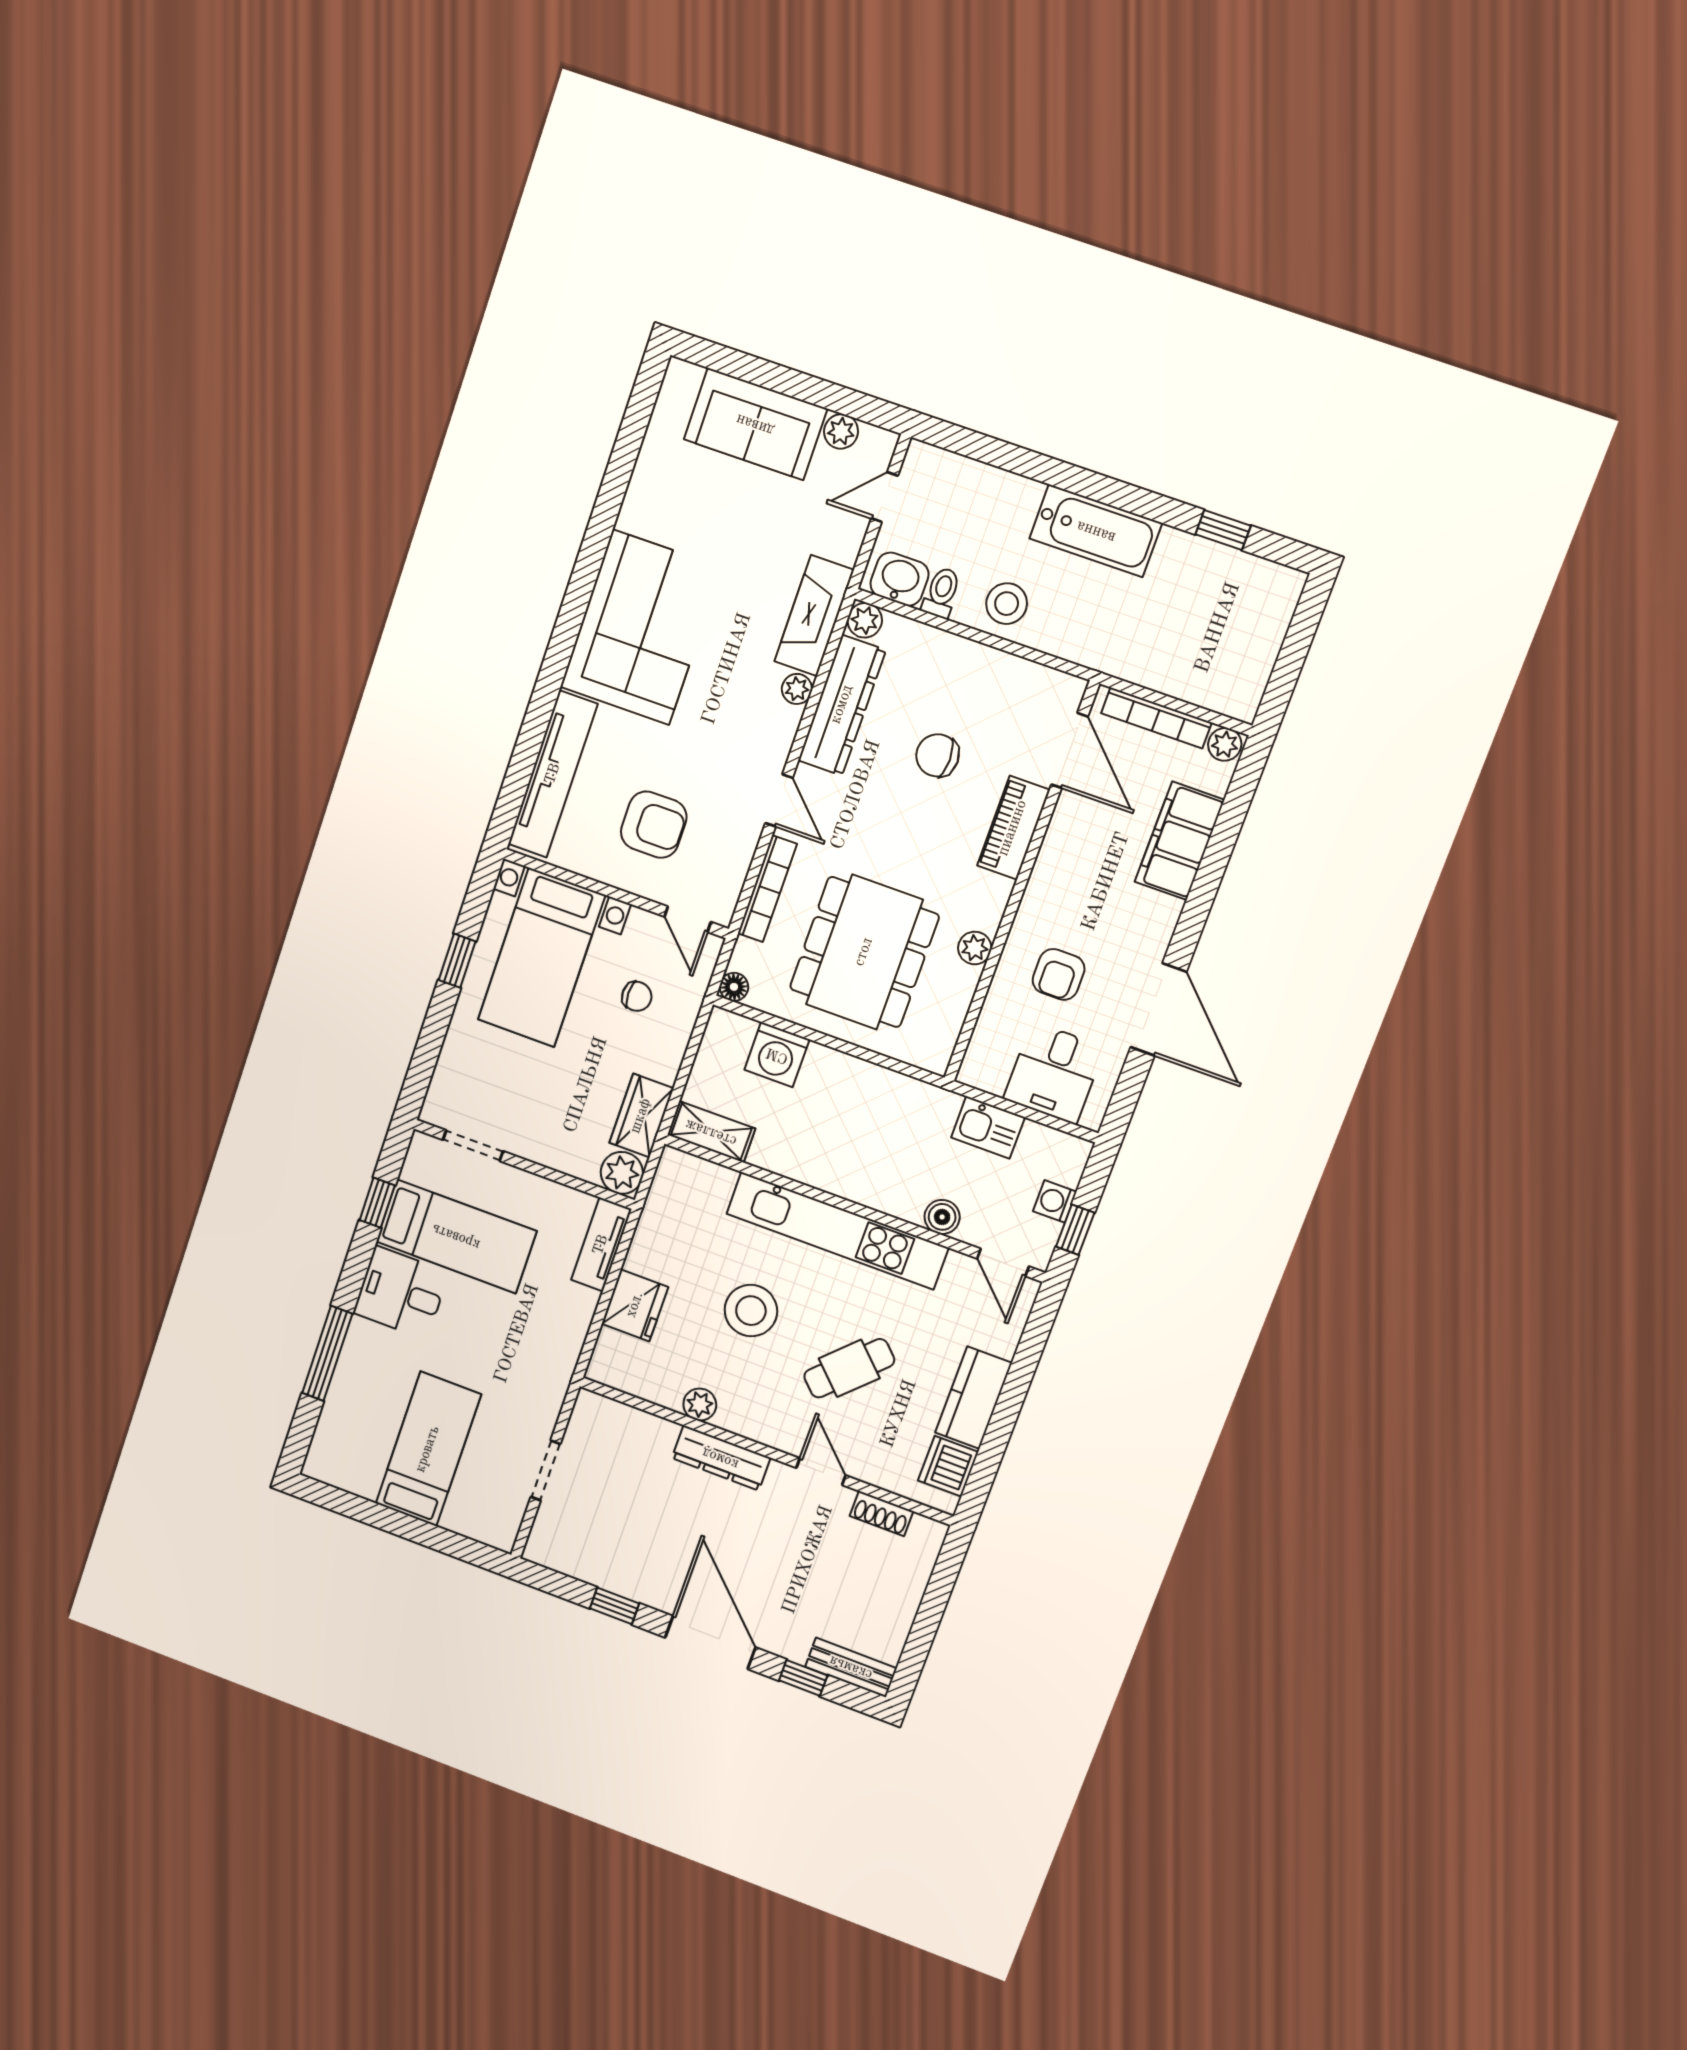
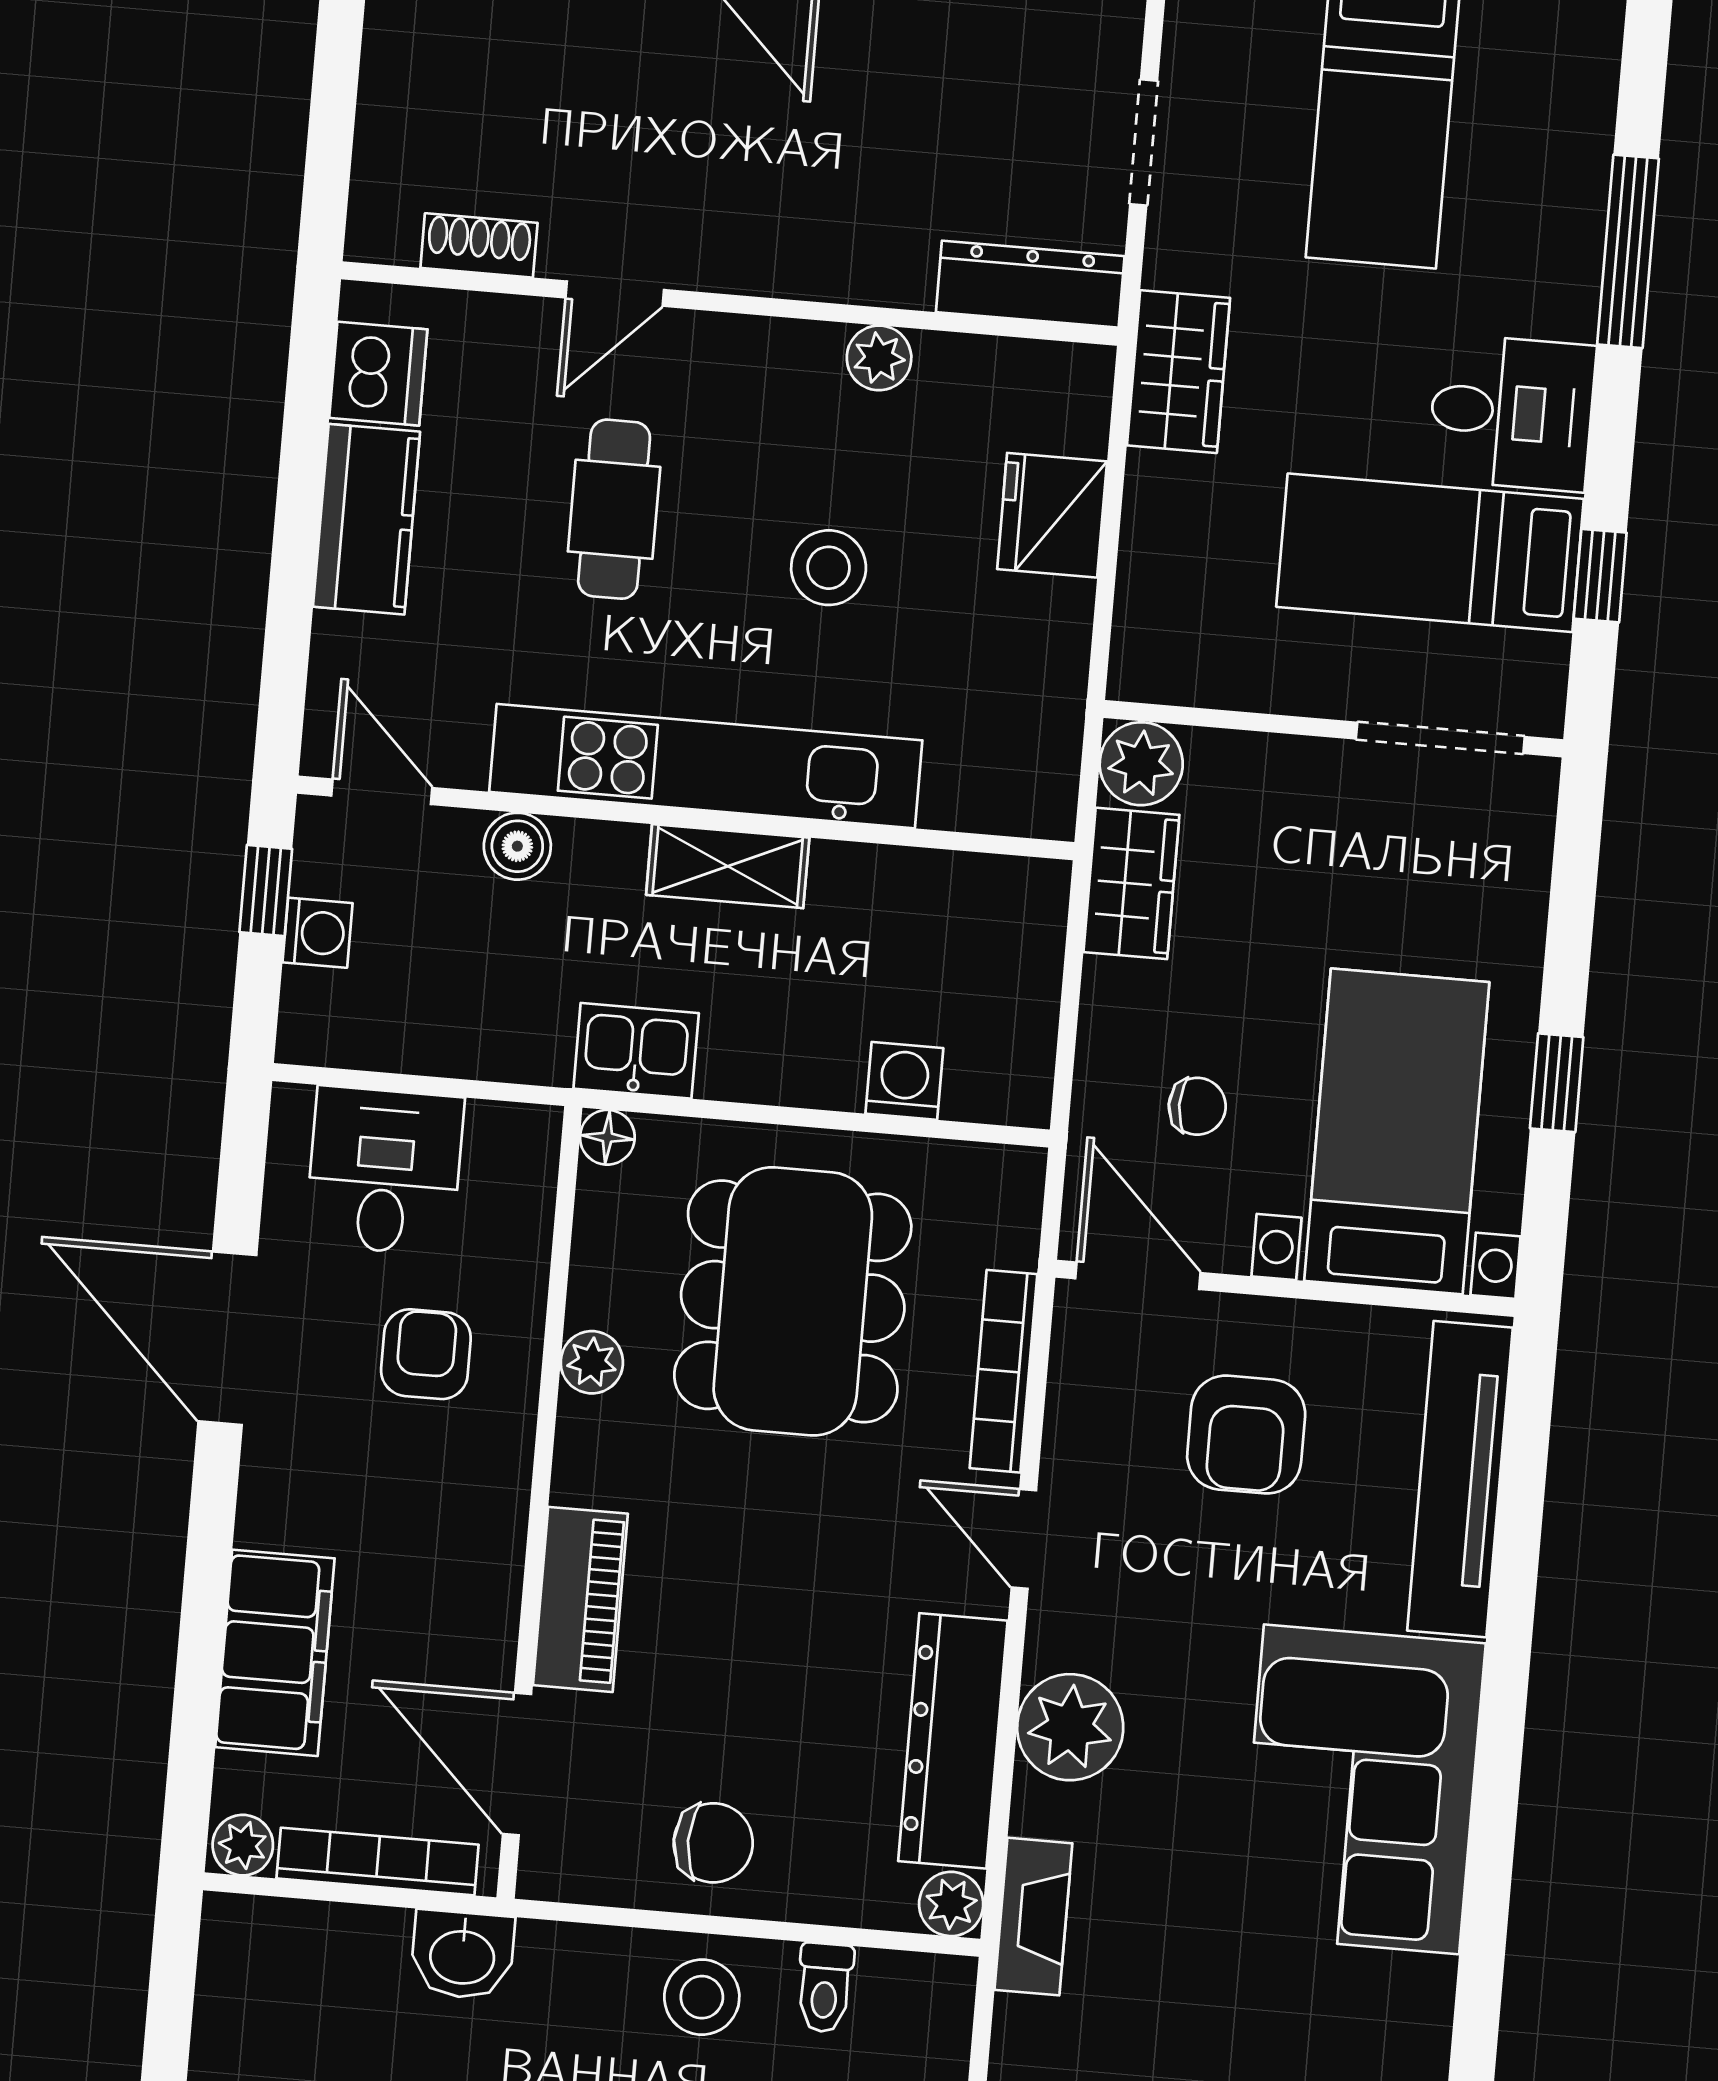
washbasin: (899, 579) -> (462, 1955), moved
fireplace: (814, 616) -> (1033, 1917), width x0.73, depth x0.76
plant: (797, 689) -> (1070, 1727), width x1.88, depth x1.88
chair: (937, 755) -> (713, 1843), moved
armchair: (654, 825) -> (1246, 1435), turned -90
door: (688, 919) -> (1138, 1276), width x1.38
floor lamp: (734, 987) -> (607, 1137), moved
chair: (637, 996) -> (1197, 1106), turned 180
washing machine: (777, 1055) -> (904, 1081), width x0.73, depth x0.73
kitchen sink: (988, 1127) -> (636, 1051), moved
shelving: (711, 1132) -> (728, 866), moved
doorway: (473, 1146) -> (1440, 738), width x1.38
tv unit: (601, 1245) -> (1146, 615), removed
stool: (751, 1311) -> (829, 568), width x0.73, depth x0.73
wardrobe: (556, 1357) -> (1178, 372), added
cafe table: (849, 1368) -> (614, 509), turned -45
dresser: (721, 1458) -> (1030, 284), moved
door: (821, 1472) -> (615, 294), hinge flipped

